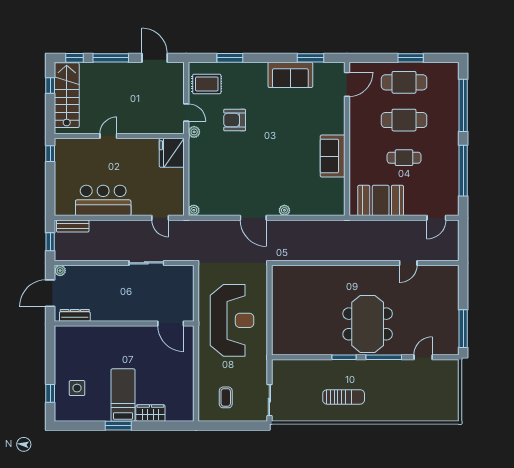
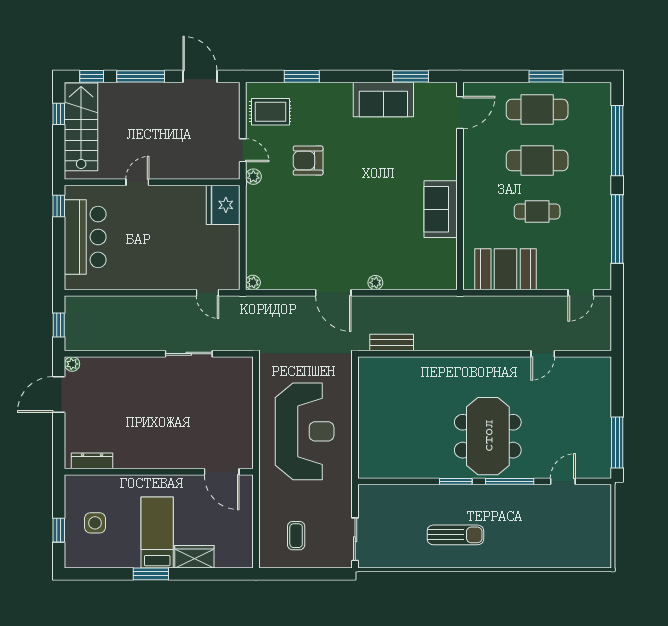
bar counter: (103, 200) -> (85, 237), moved, turned 90
bench: (73, 226) -> (392, 343), moved
dresser: (75, 315) -> (92, 461), moved
wall: (124, 324) -> (159, 472), moved
door: (171, 324) -> (222, 472), moved

